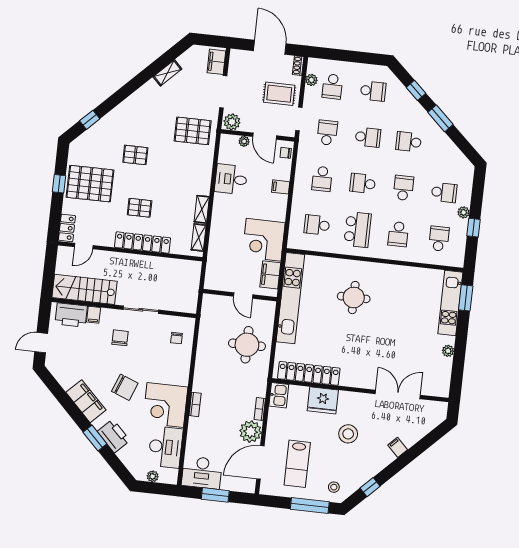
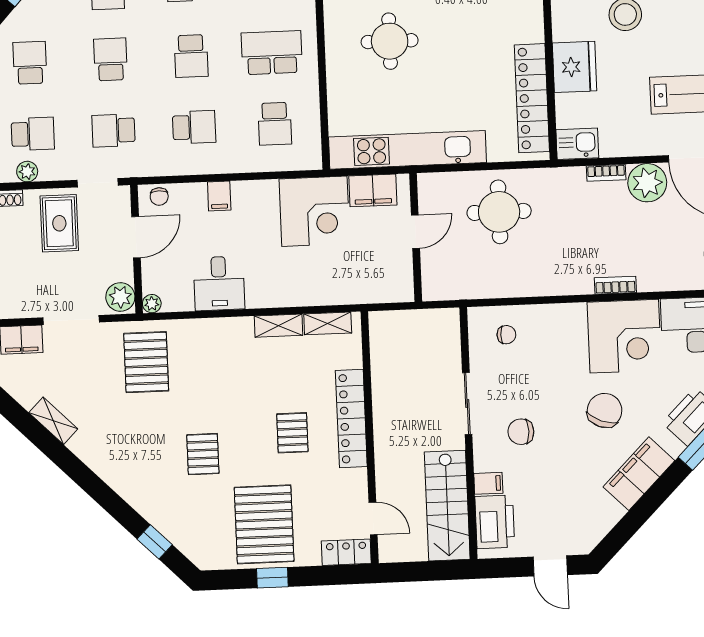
plant: (244, 141) -> (152, 304), moved

